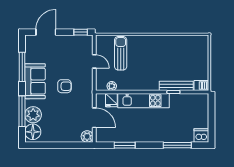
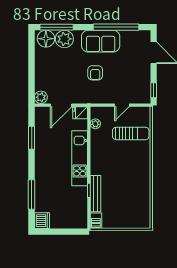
window: (22, 67) -> (116, 27), width x1.46
fridge: (111, 100) -> (80, 113), moved
window: (22, 111) -> (57, 27), moved

